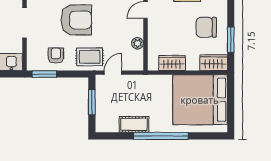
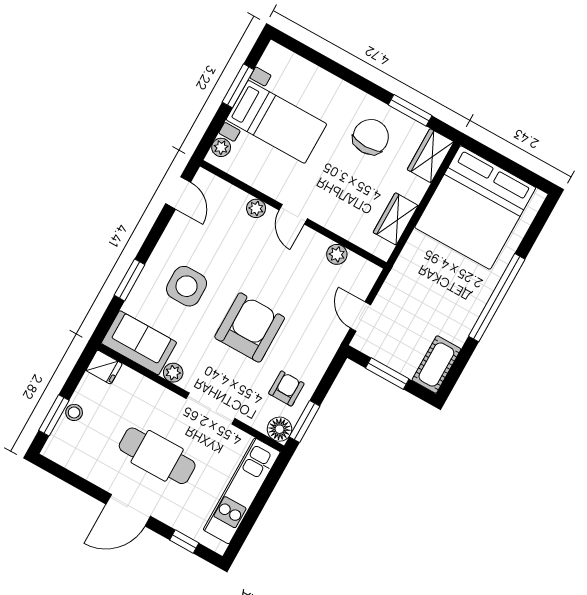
chair: (206, 27) -> (371, 137), turned 180
armchair: (56, 56) -> (286, 389), turned 90
rug: (90, 57) -> (317, 339), removed
floor lamp: (34, 64) -> (280, 429), added
cot: (134, 124) -> (436, 365), moved

